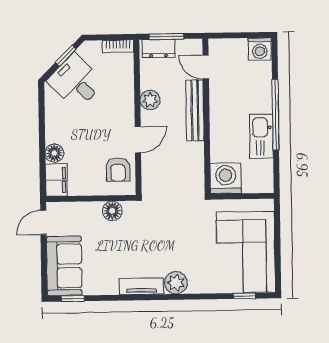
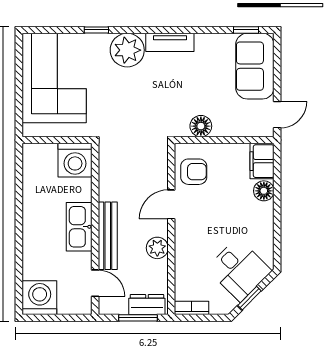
washing machine: (260, 49) -> (40, 298), width x1.37, depth x1.37
window: (275, 115) -> (19, 230), removed
kitchen sink: (261, 136) -> (79, 227), moved, turned 180
armchair: (118, 170) -> (194, 172), turned 90
plant: (176, 283) -> (127, 50), width x1.36, depth x1.36
window: (244, 296) -> (96, 30), moved

